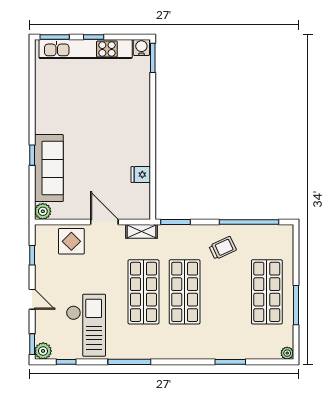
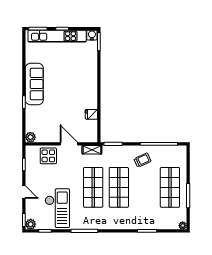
sofa: (49, 168) -> (34, 84), moved

